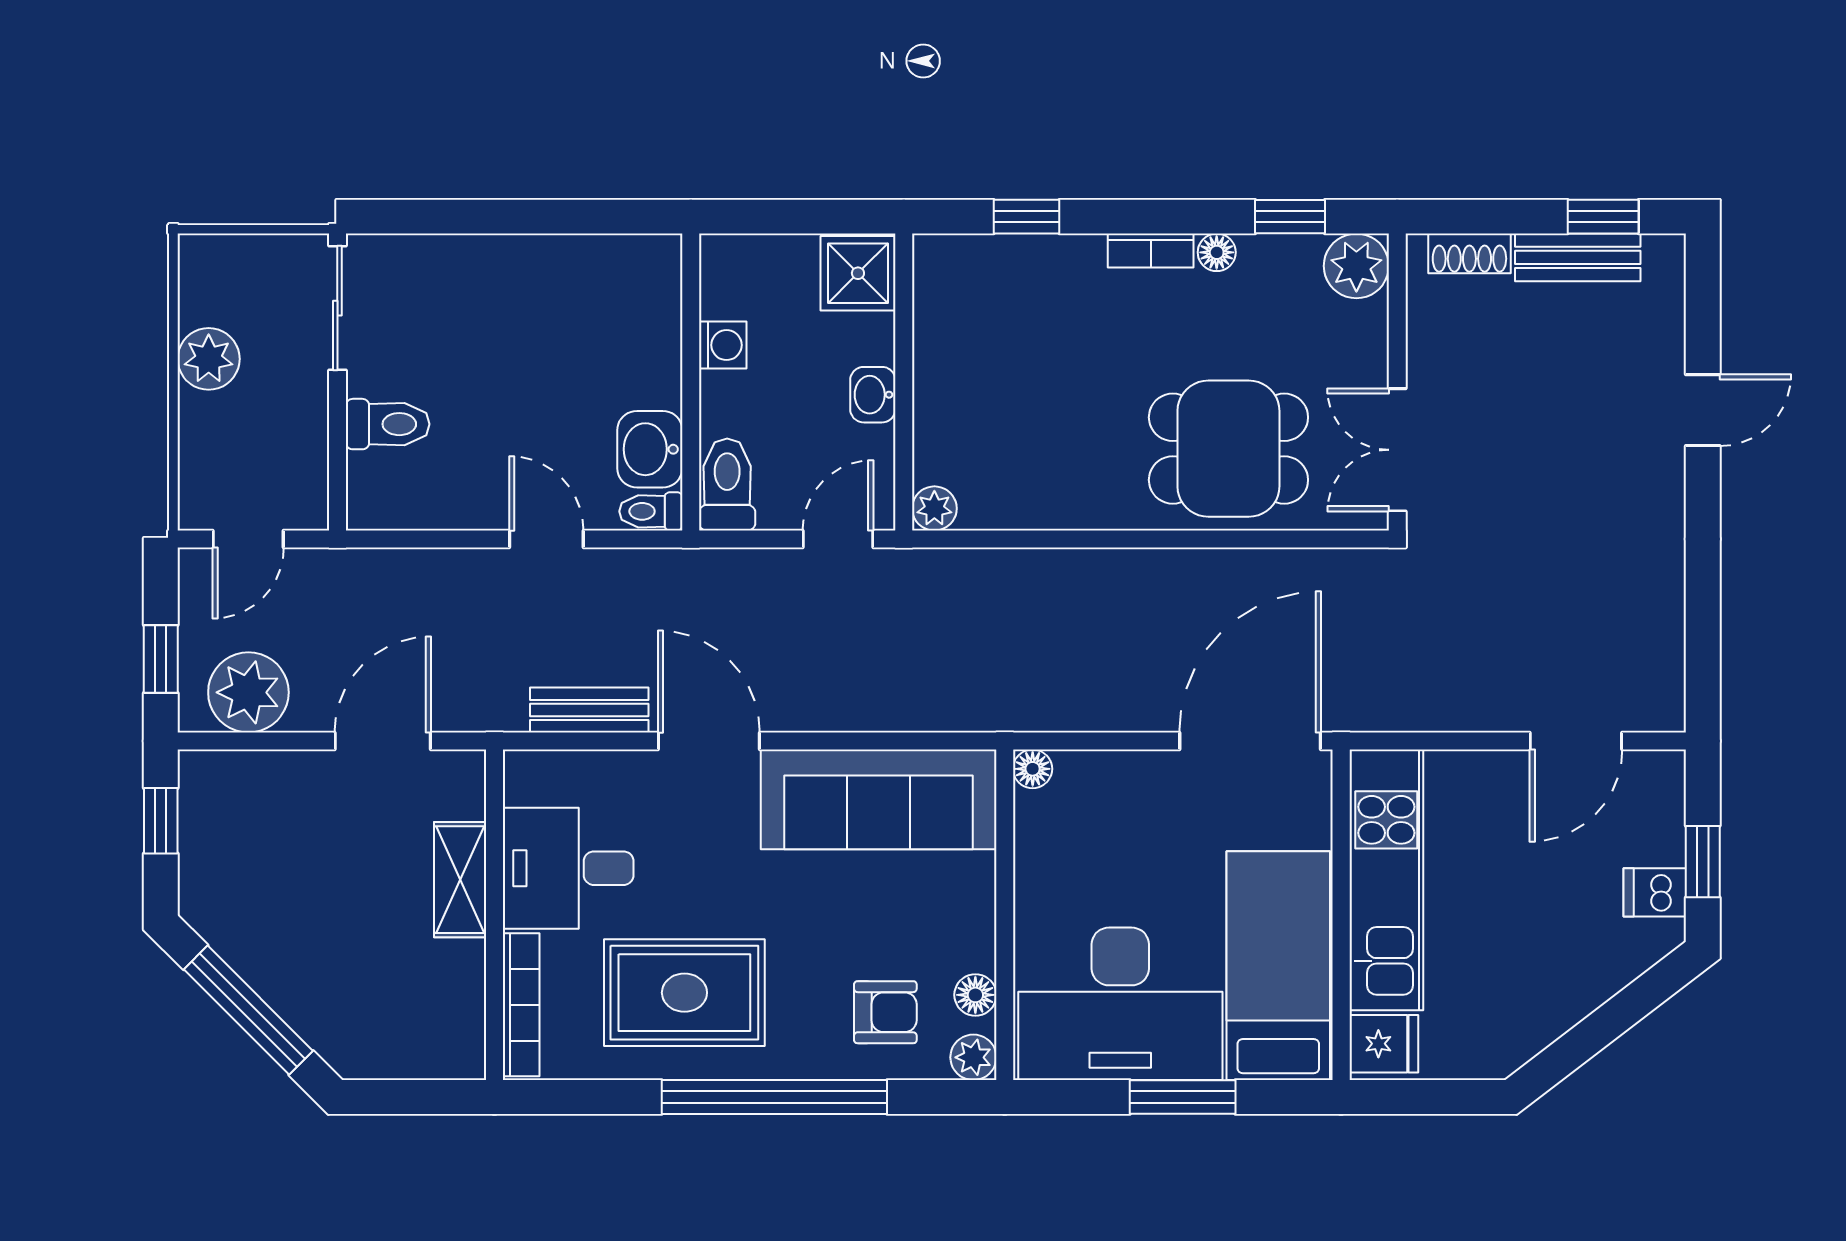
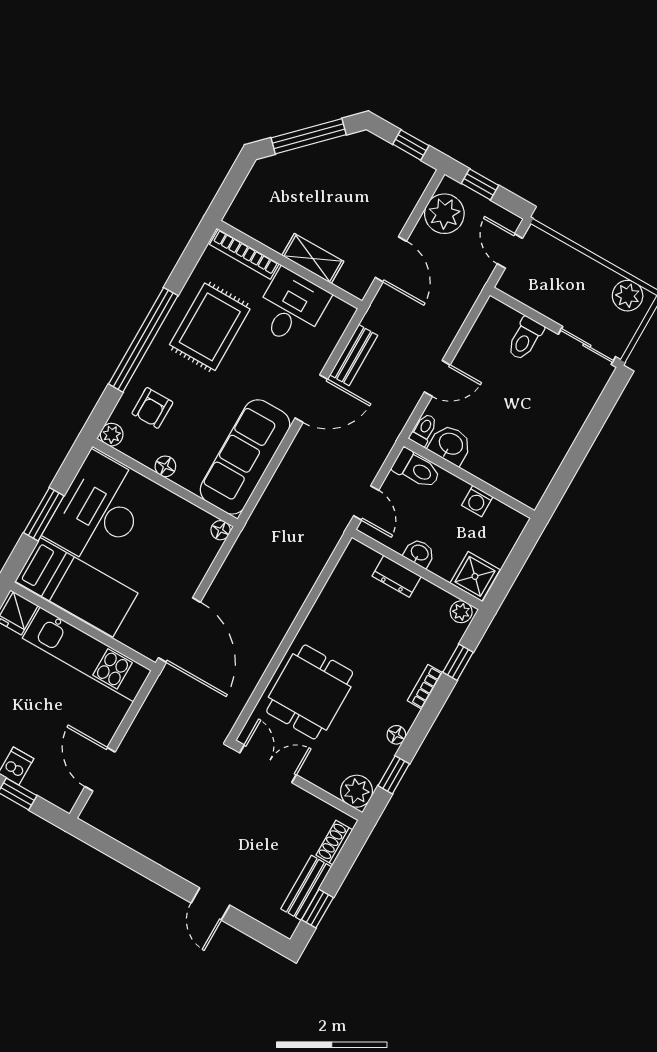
bookcase: (1151, 251) -> (425, 687), moved
plant: (209, 359) -> (628, 296), moved
dresser: (937, 412) -> (397, 576), added
plant: (934, 508) -> (461, 612), moved
floor lamp: (975, 995) -> (165, 466), moved

